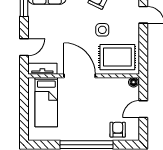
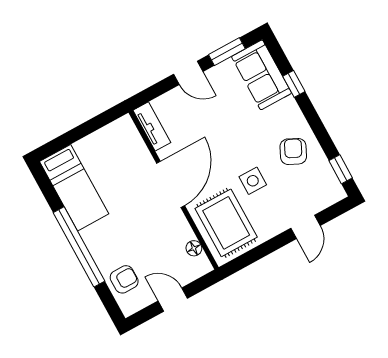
door: (24, 47) -> (188, 73), moved
floor lamp: (134, 82) -> (194, 248), moved
bed: (46, 102) -> (74, 188), moved, turned -90

